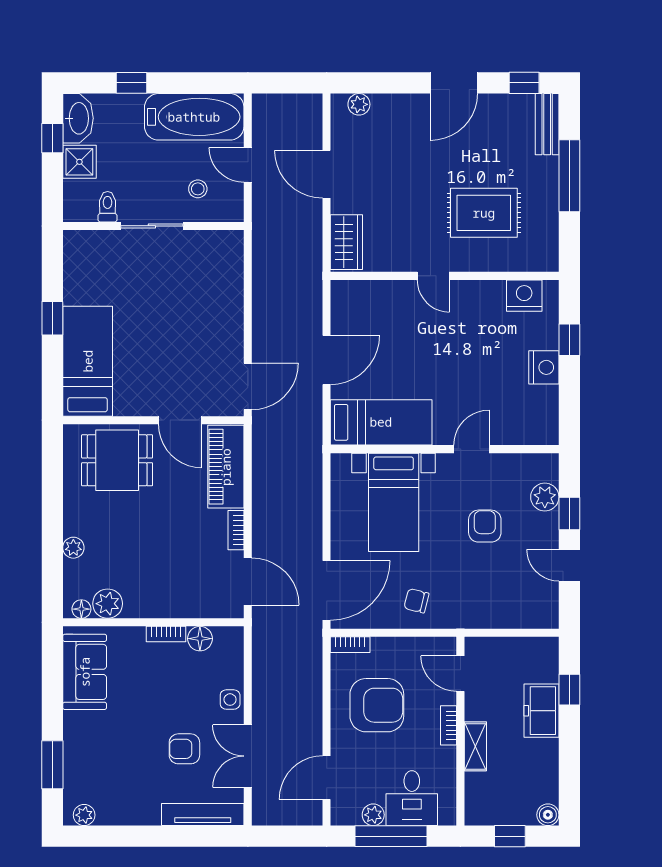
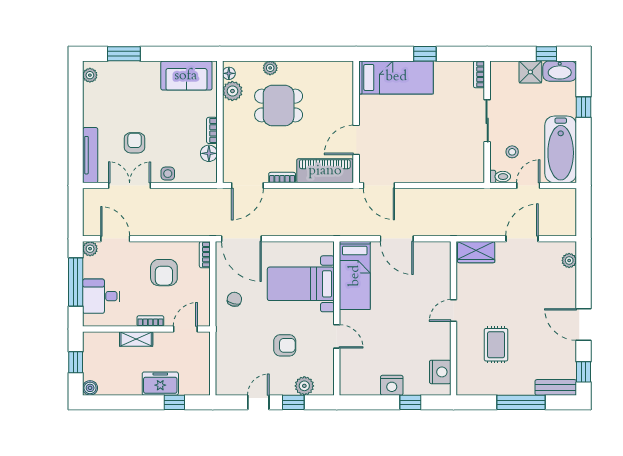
toilet: (108, 207) -> (500, 177), moved
rug: (484, 213) -> (496, 345), width x0.73, depth x0.70
bookcase: (83, 238) -> (479, 74), added
dining table: (117, 460) -> (279, 106), moved, turned 90
armchair: (377, 705) -> (164, 273), width x0.73, depth x0.73
plant: (373, 815) -> (90, 249), moved

